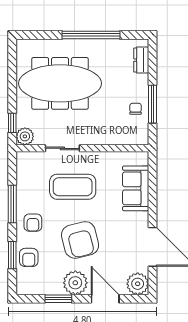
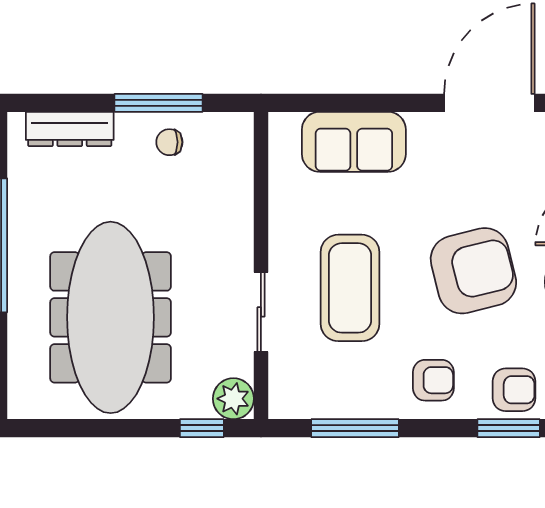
dresser: (141, 60) -> (70, 129), width x1.44
window: (12, 204) -> (355, 428), moved

